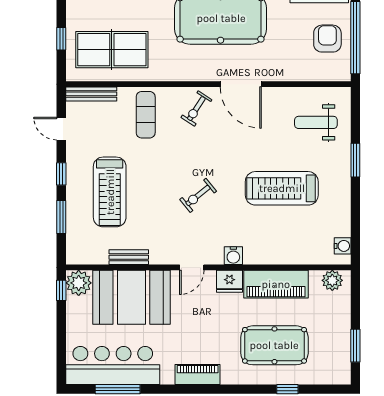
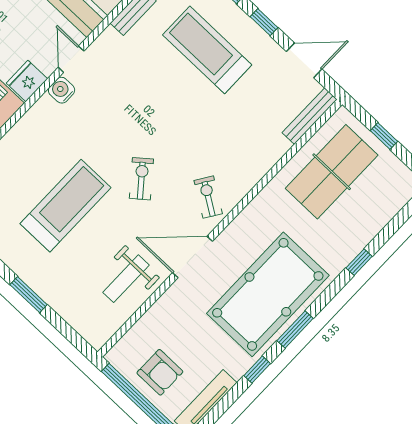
exercise mat: (146, 115) -> (245, 147), removed
weight bench: (316, 122) -> (126, 279), moved, turned 180
door: (61, 129) -> (304, 60), width x1.38
exercise bike: (198, 195) -> (141, 179), moved
water cooler: (233, 256) -> (62, 90), moved

